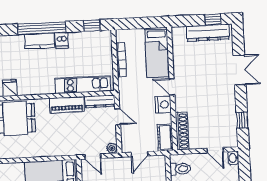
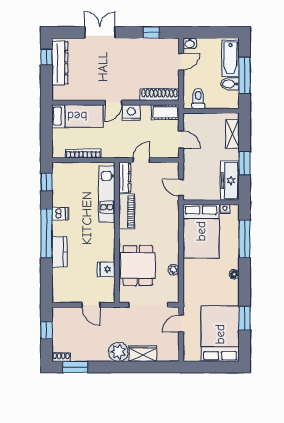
kitchen counter: (40, 41) -> (60, 252), moved
plant: (112, 148) -> (173, 270), moved
door: (93, 156) -> (181, 188), swing flipped

